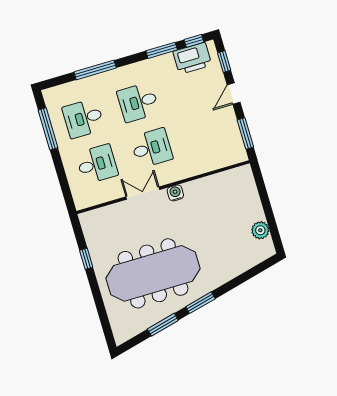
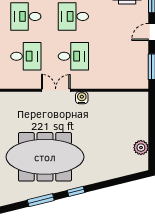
window: (200, 303) -> (76, 191), width x0.67

